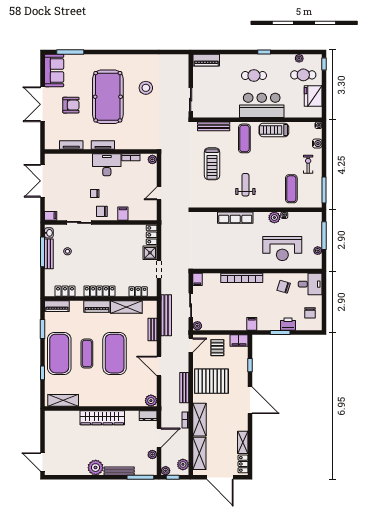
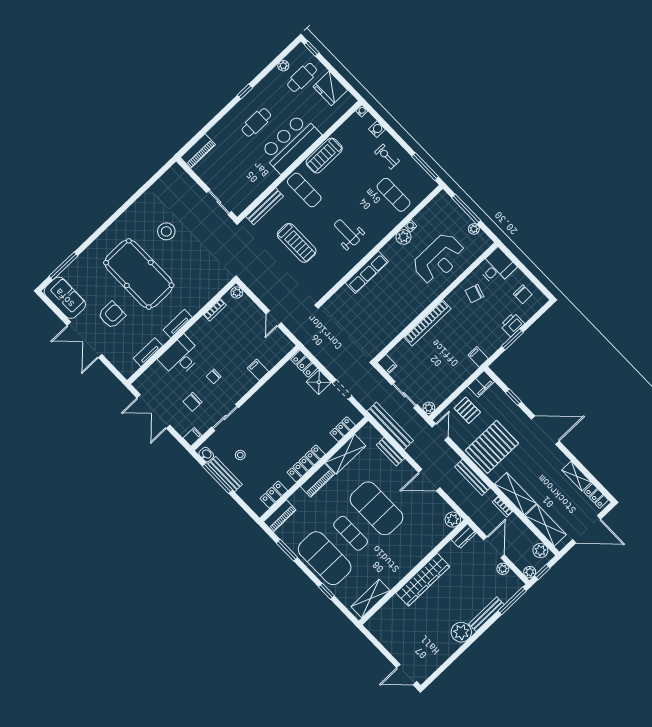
desk: (107, 165) -> (180, 357), moved
chair: (102, 211) -> (193, 402), moved

